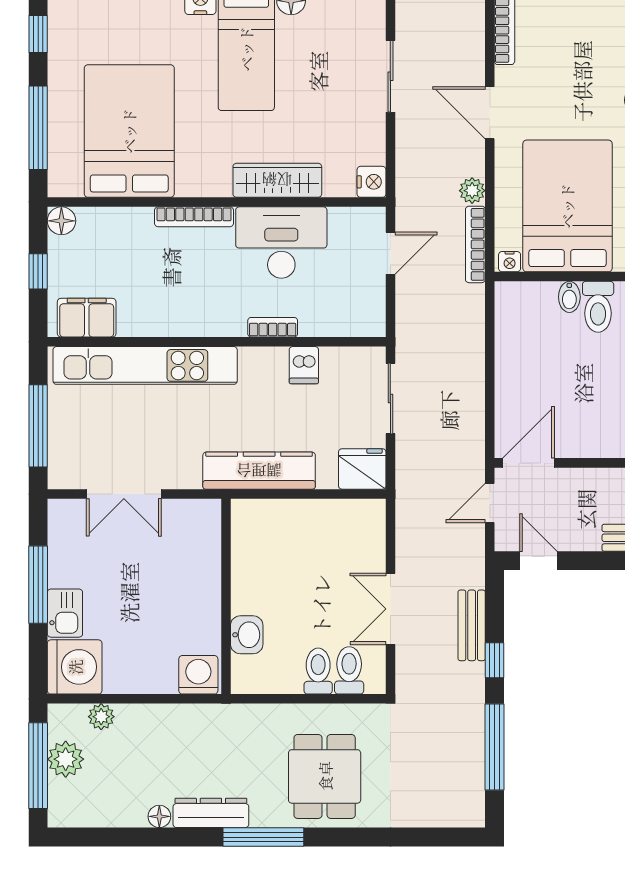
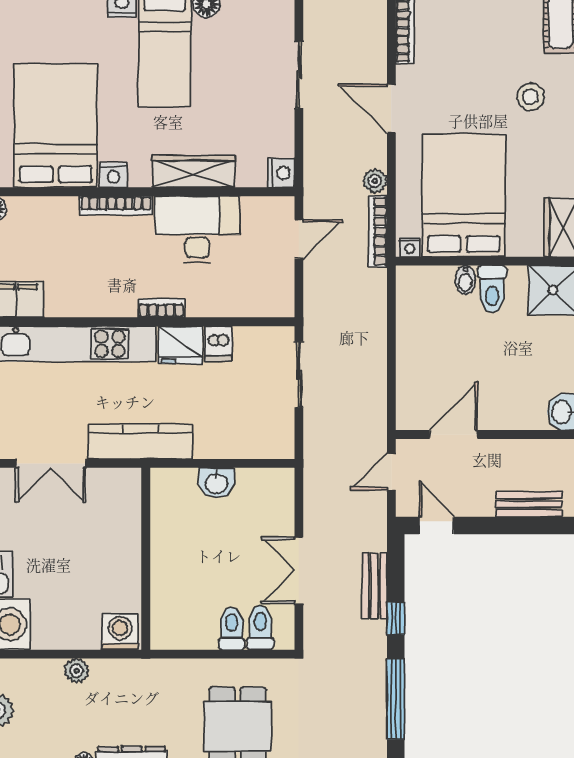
nightstand: (191, 184) -> (113, 175), added
bookcase: (273, 327) -> (161, 308), moved
door: (529, 463) -> (454, 434), moved
fridge: (362, 469) -> (180, 345), moved, turned 180
kitchen counter: (259, 471) -> (140, 442), moved
washbasin: (247, 635) -> (216, 483), moved, turned 90
plant: (101, 717) -> (77, 671), moved

